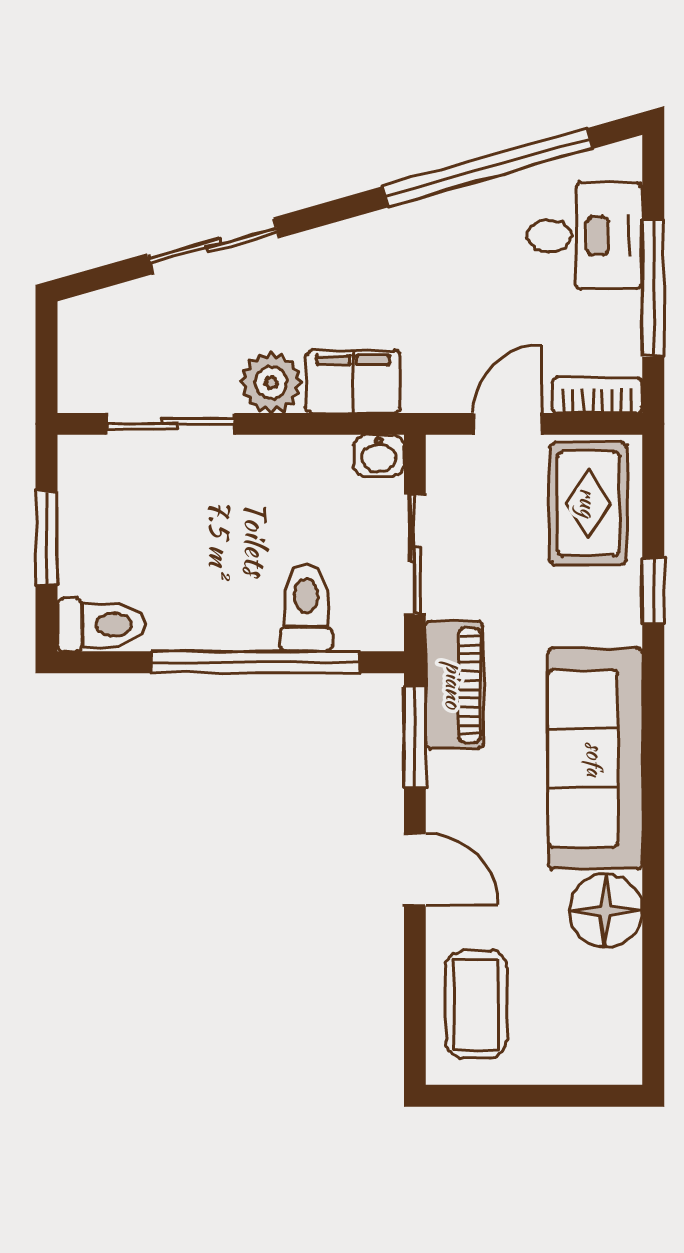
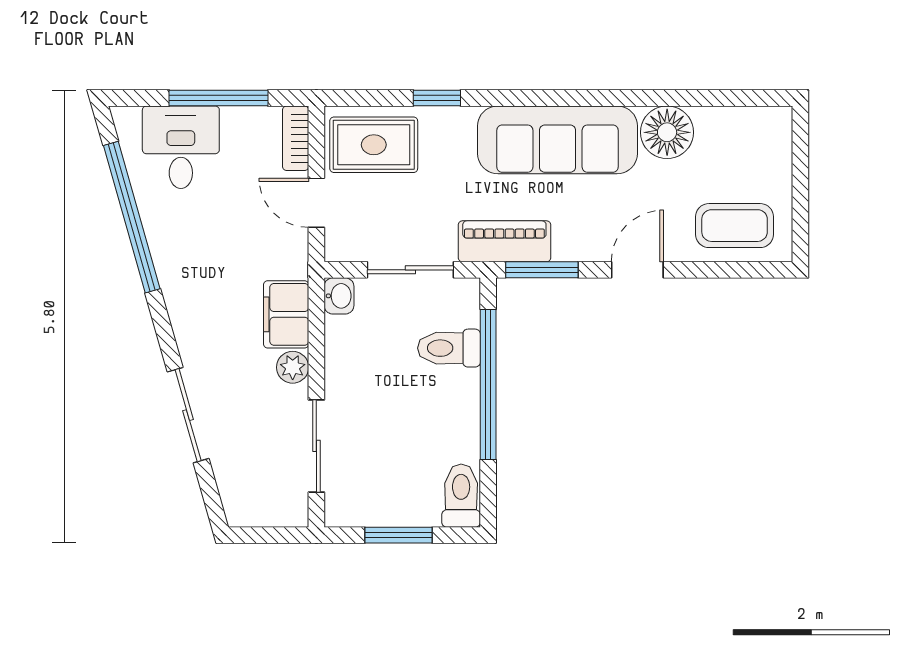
plant: (271, 382) -> (293, 367), width x0.73, depth x0.73

